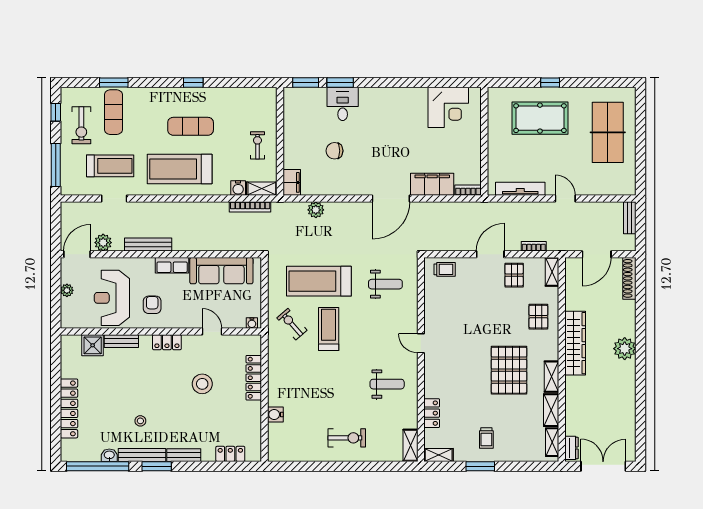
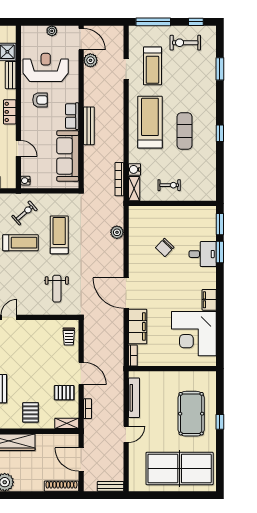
corner desk: (448, 107) -> (194, 334), width x1.36, depth x1.36
exercise mat: (113, 112) -> (196, 69), removed
table tennis table: (608, 132) -> (180, 468), width x1.36, depth x1.32
chair: (335, 151) -> (165, 247), turned -136
filing cabinet: (292, 182) -> (209, 300), moved, turned 90
bench: (148, 245) -> (89, 126), moved
treadmill: (319, 281) -> (59, 235), width x0.73, depth x0.73
pallet: (538, 317) -> (31, 412), turned 90
door: (212, 332) -> (18, 148), hinge flipped

